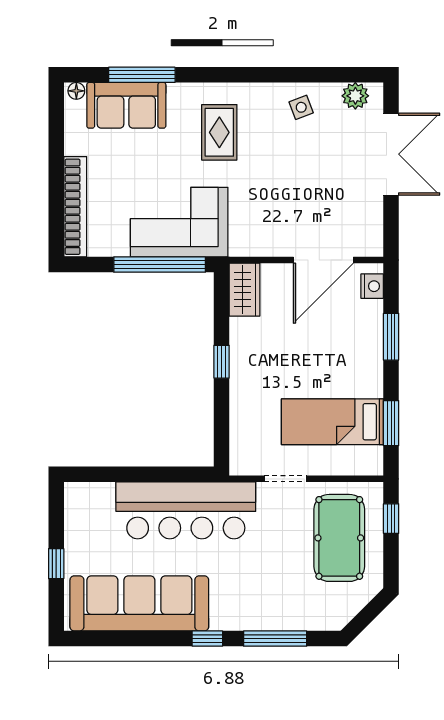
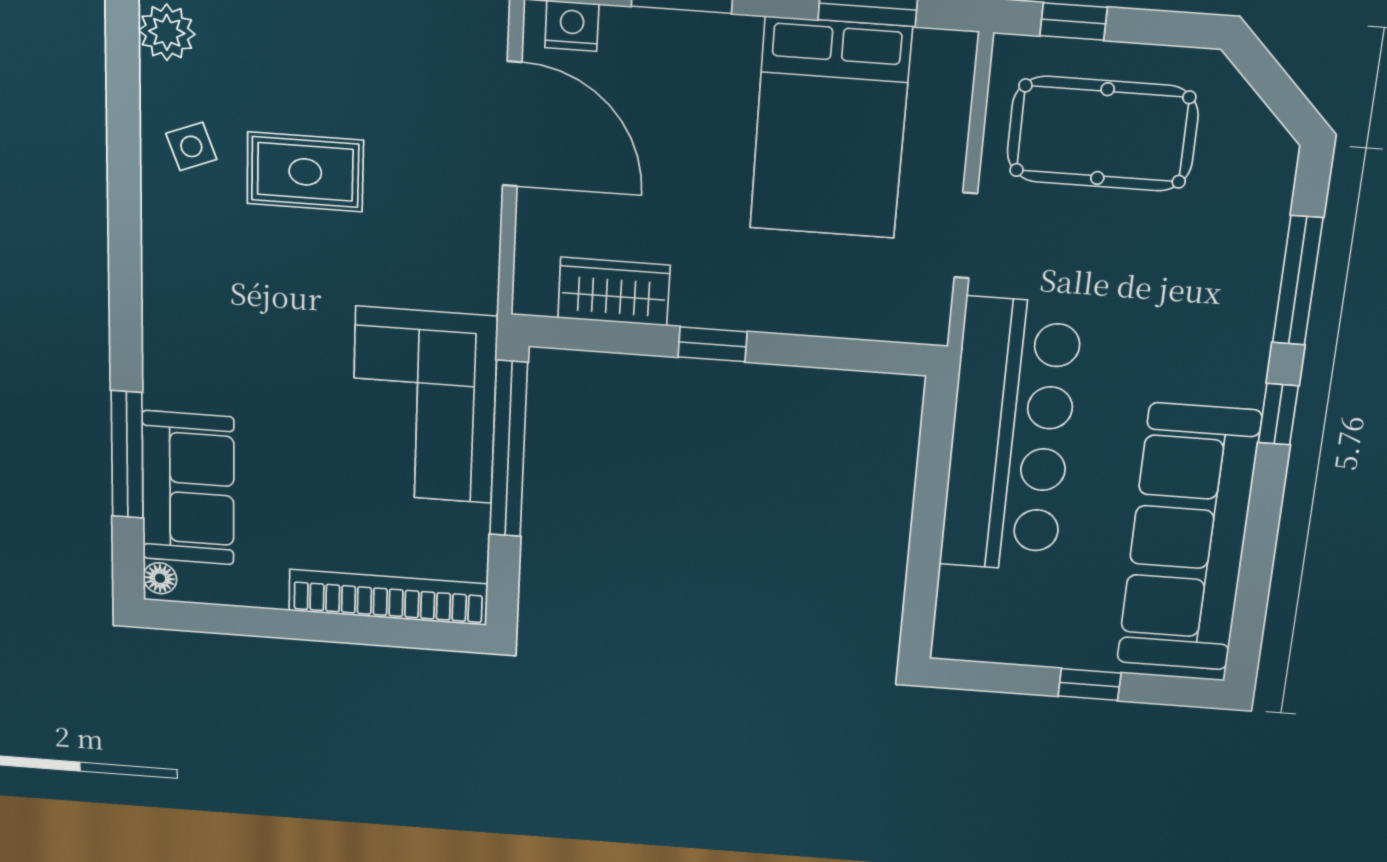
rug: (219, 132) -> (305, 172), moved
wardrobe: (245, 290) -> (614, 292), moved
bed: (332, 422) -> (830, 128), width x1.50

